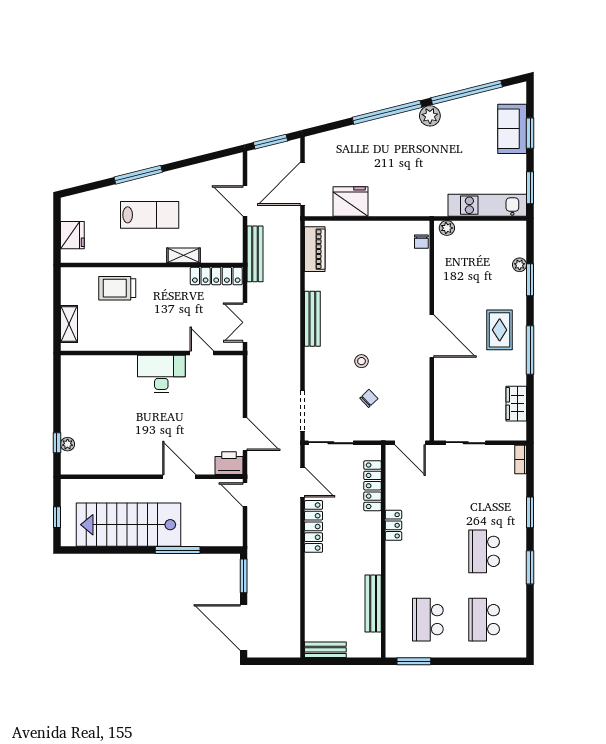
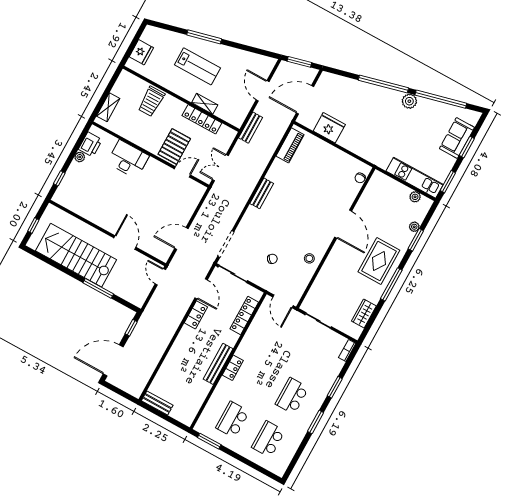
plant: (447, 228) -> (415, 197), moved
bench: (255, 254) -> (251, 128), width x0.73
locker: (216, 276) -> (202, 119), moved
trolley: (117, 288) -> (151, 101), turned -90
bench: (312, 319) -> (262, 193), width x0.73
pallet: (175, 327) -> (174, 146), added
rug: (500, 330) -> (379, 261), width x1.36, depth x1.43
door: (432, 336) -> (343, 224), moved
door: (202, 353) -> (182, 172), hinge flipped
stool: (361, 361) -> (309, 258), moved
desk: (161, 374) -> (128, 159), moved
door: (245, 434) -> (181, 238), swing flipped
plant: (68, 444) -> (80, 157), moved
printer: (229, 463) -> (90, 145), moved, turned 90
locker: (393, 525) -> (233, 368), moved
locker: (314, 526) -> (196, 315), width x0.66
window: (244, 576) -> (131, 328), width x0.67
bench: (373, 603) -> (218, 364), moved
door: (244, 628) -> (113, 360), hinge flipped

